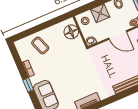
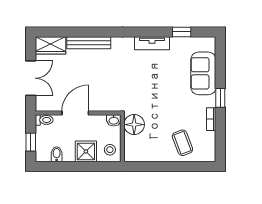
floor lamp: (71, 32) -> (134, 125), moved
door: (118, 35) -> (75, 113), hinge flipped

